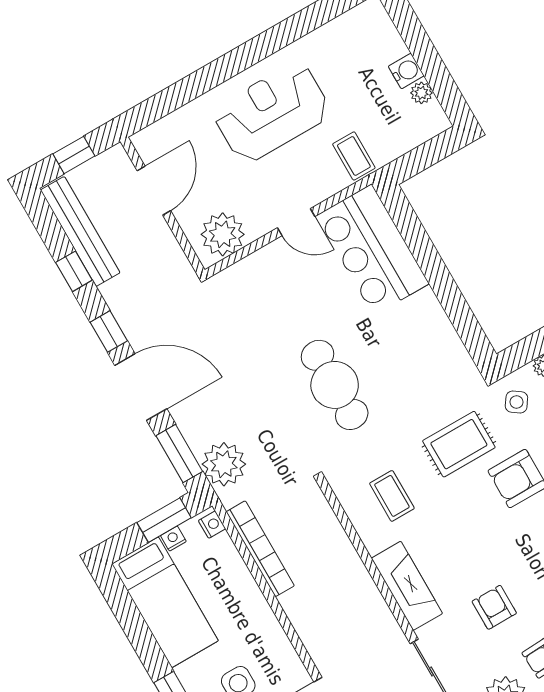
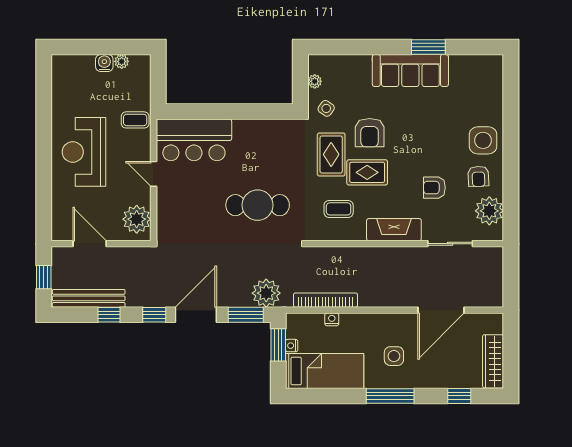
door: (296, 222) -> (154, 174), swing flipped
rug: (463, 506) -> (367, 172), added
nightstand: (212, 525) -> (332, 319), moved

